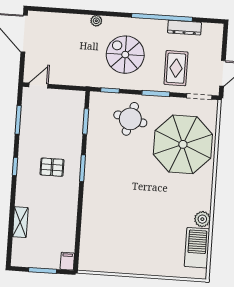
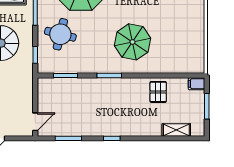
door: (38, 85) -> (35, 122), swing flipped
pallet: (52, 167) -> (158, 92), moved
parasol: (117, 196) -> (132, 42), added
shelving: (20, 222) -> (176, 130), moved

